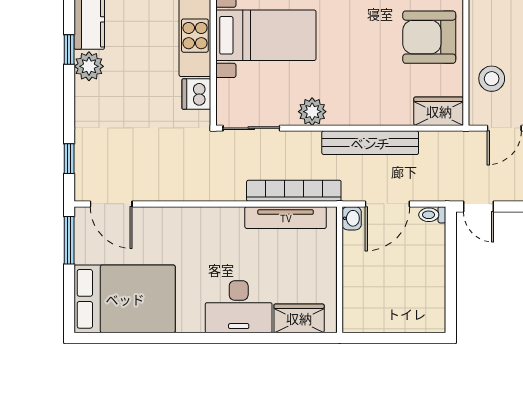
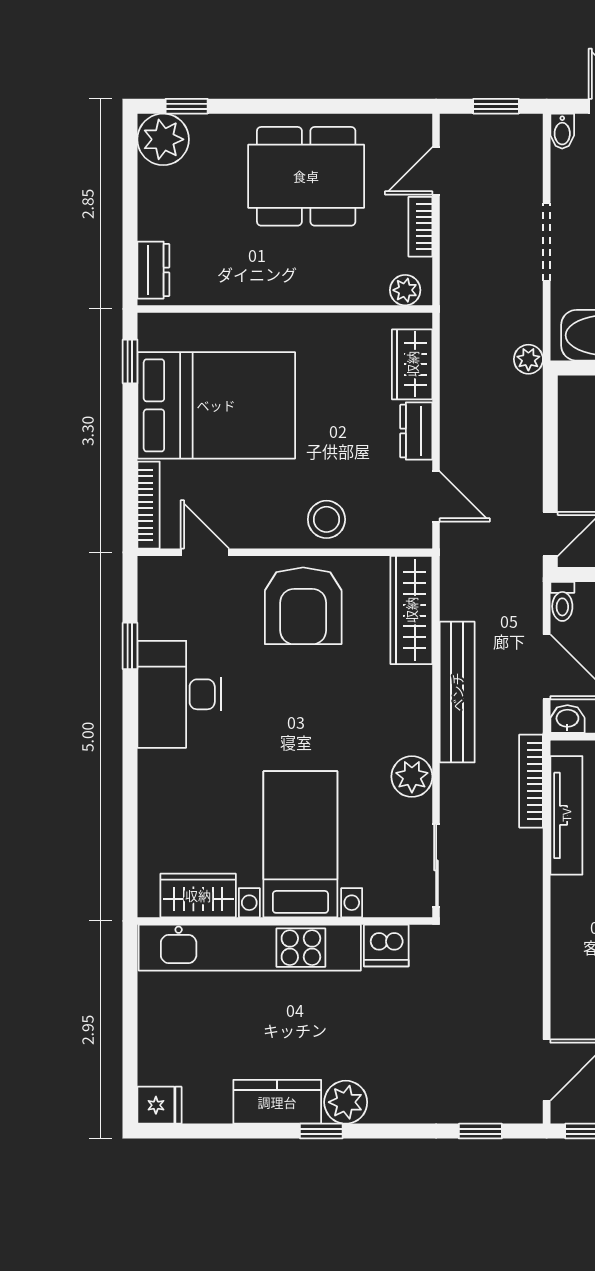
stool: (492, 79) -> (326, 519), moved
wardrobe: (439, 111) -> (411, 610), width x1.50
bookcase: (294, 191) -> (531, 781), width x0.68, depth x0.76

